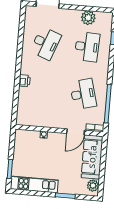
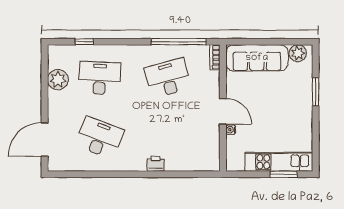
door: (76, 132) -> (223, 111), moved
kitchen unit: (34, 184) -> (279, 162), moved, turned 90

